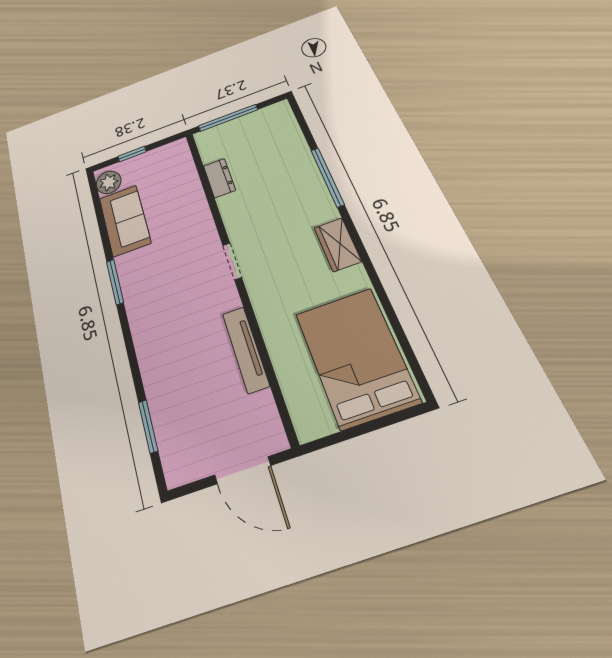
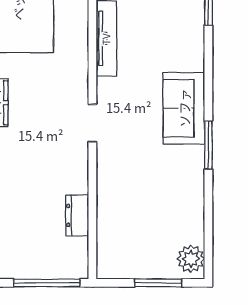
window: (132, 154) -> (158, 283), width x1.50
sofa: (125, 220) -> (184, 108), moved

